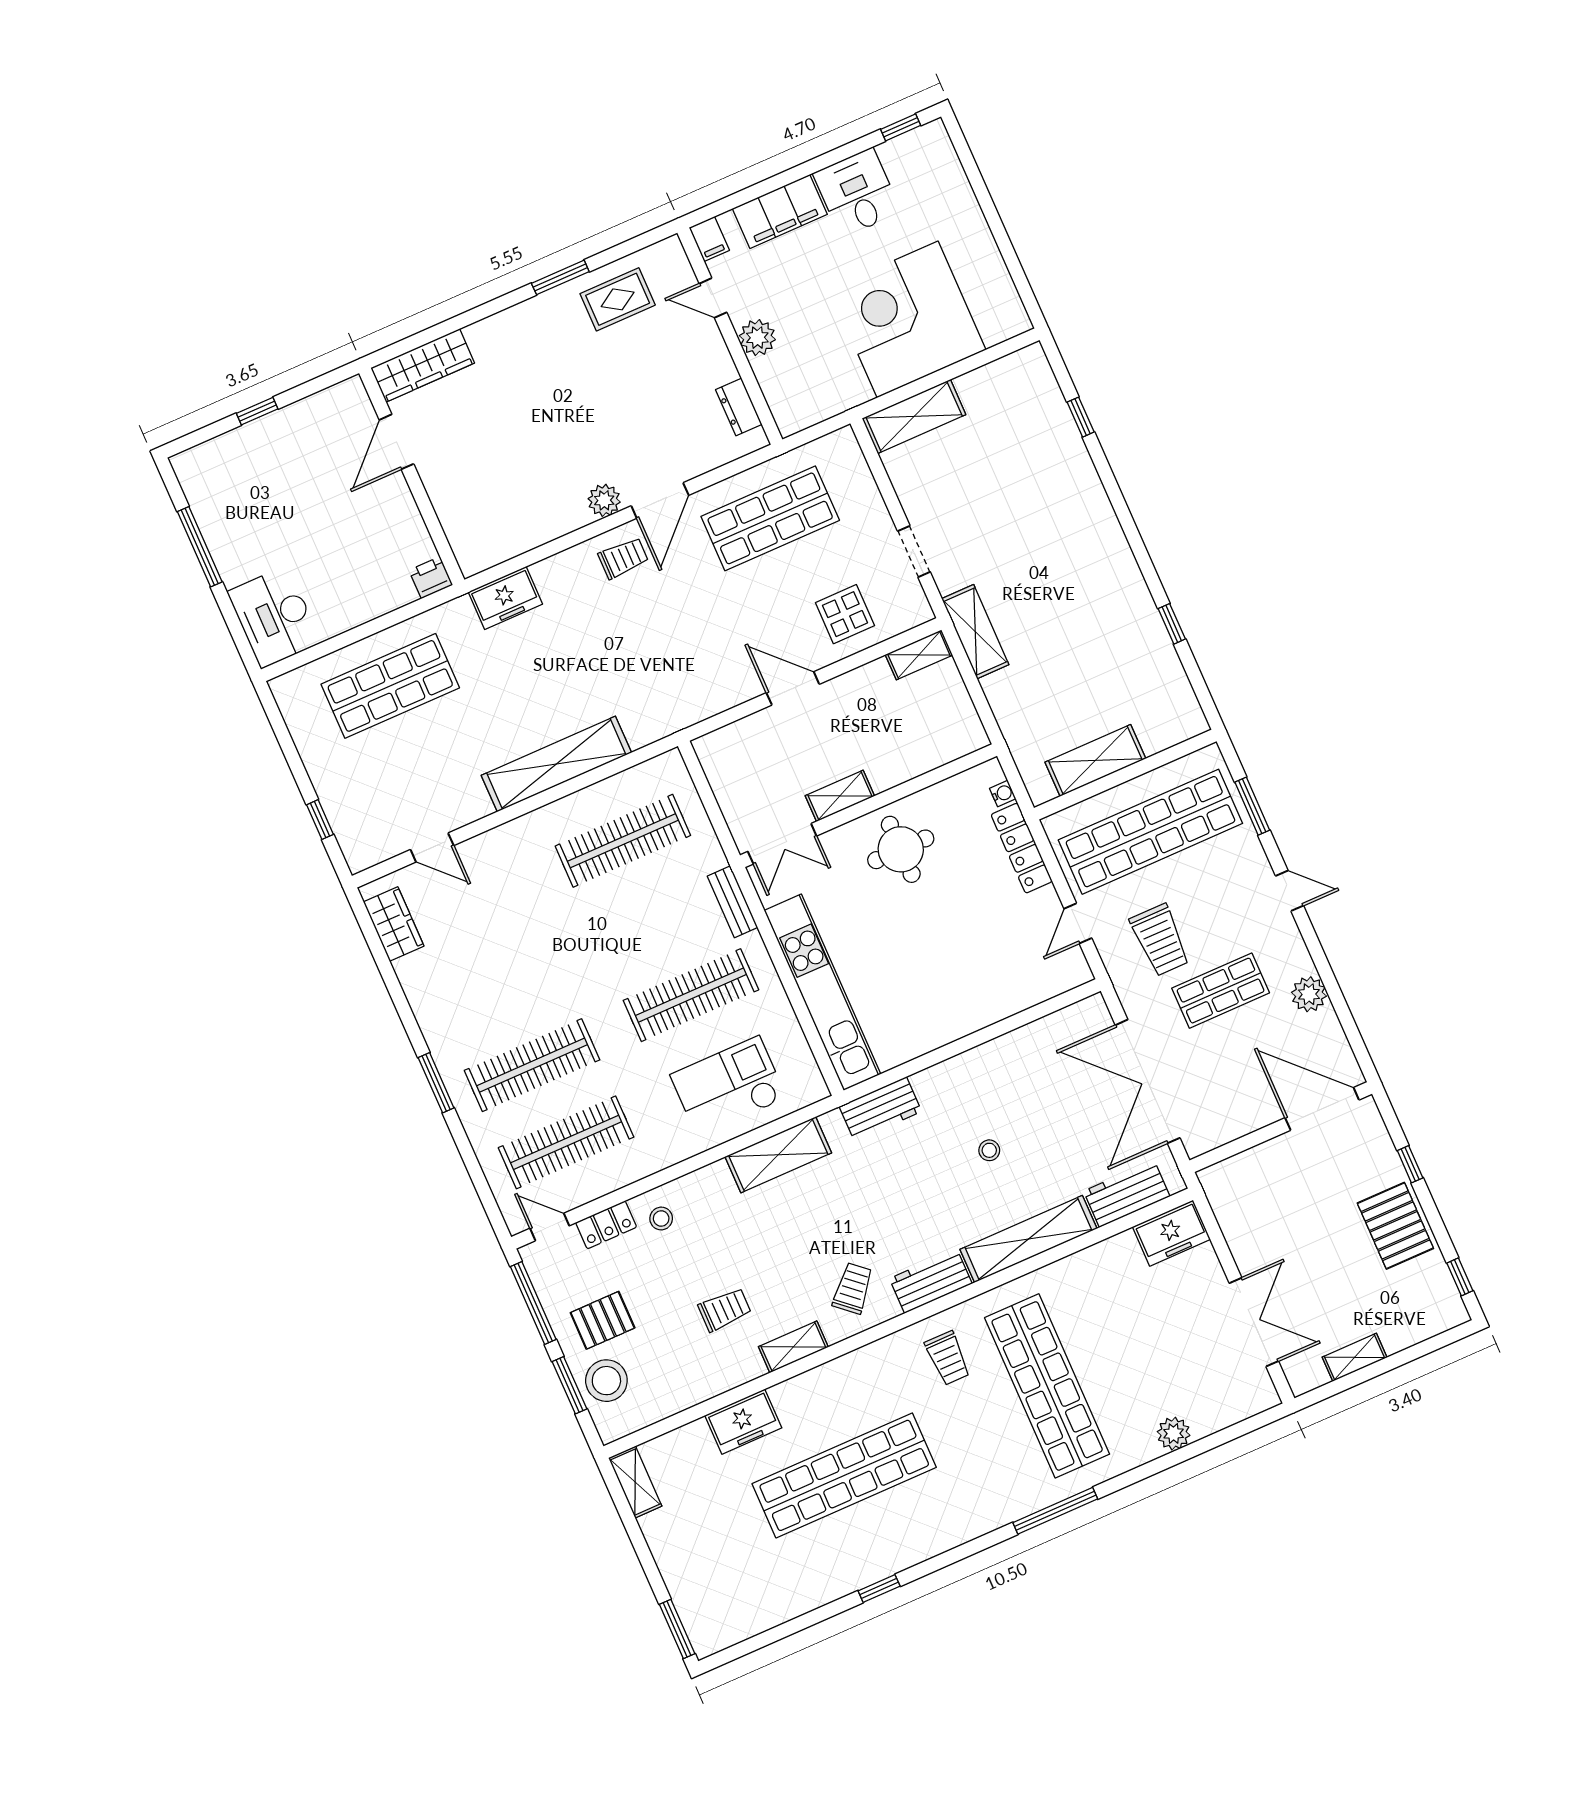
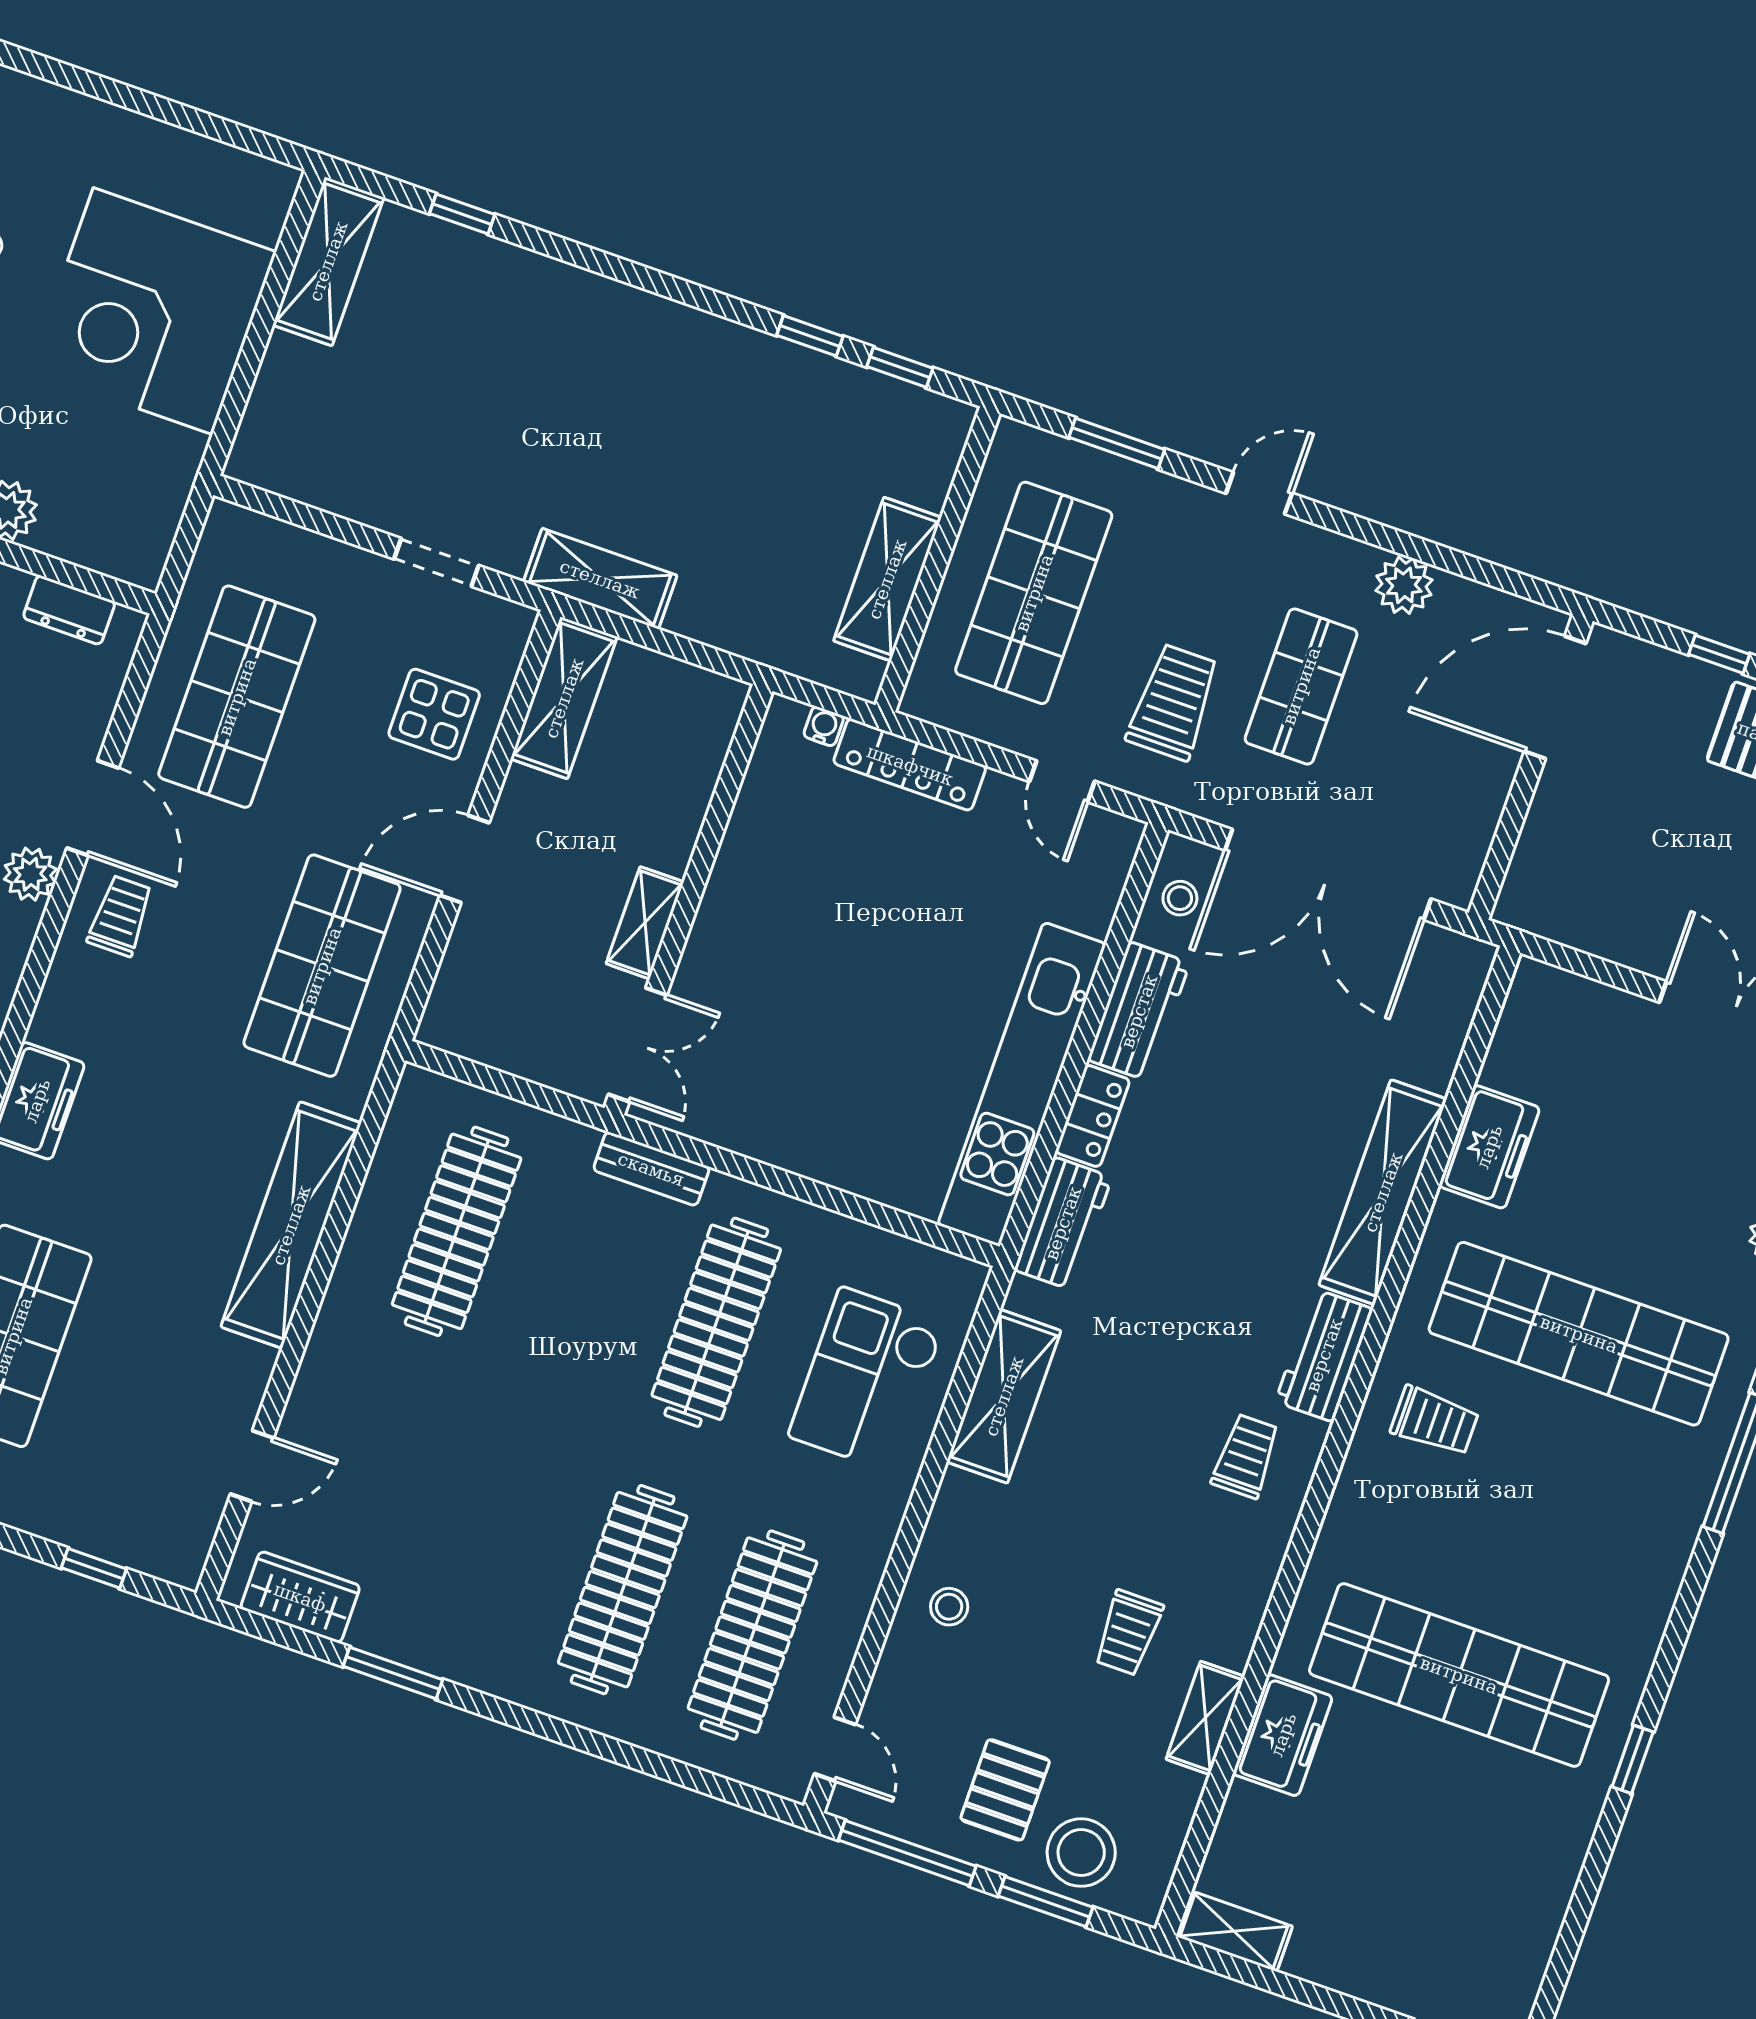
shelving: (914, 416) -> (328, 261), moved
shelving: (919, 655) -> (564, 698), width x1.50, depth x1.33
shop shelf: (685, 669) -> (322, 966), added
window: (1195, 677) -> (900, 367), added
shop shelf: (1150, 832) -> (1034, 593), width x0.71
round table: (901, 849) -> (776, 910), removed
trolley: (1160, 940) -> (1173, 702), turned -90
kitchen unit: (822, 992) -> (1022, 1084), moved, turned -90
window: (436, 1083) -> (393, 1673), moved
stool: (989, 1150) -> (1180, 898), moved
workbench: (1127, 1194) -> (1139, 1011), moved, turned 180
locker: (606, 1225) -> (1093, 1116), moved
door: (550, 1227) -> (835, 1749), swing flipped
freezer: (1171, 1233) -> (1489, 1147), moved
trolley: (853, 1288) -> (1246, 1456), turned 49
trolley: (725, 1310) -> (1128, 1633), turned 180
shelving: (793, 1347) -> (1205, 1718), moved
shop shelf: (844, 1475) -> (1459, 1675), turned 90

